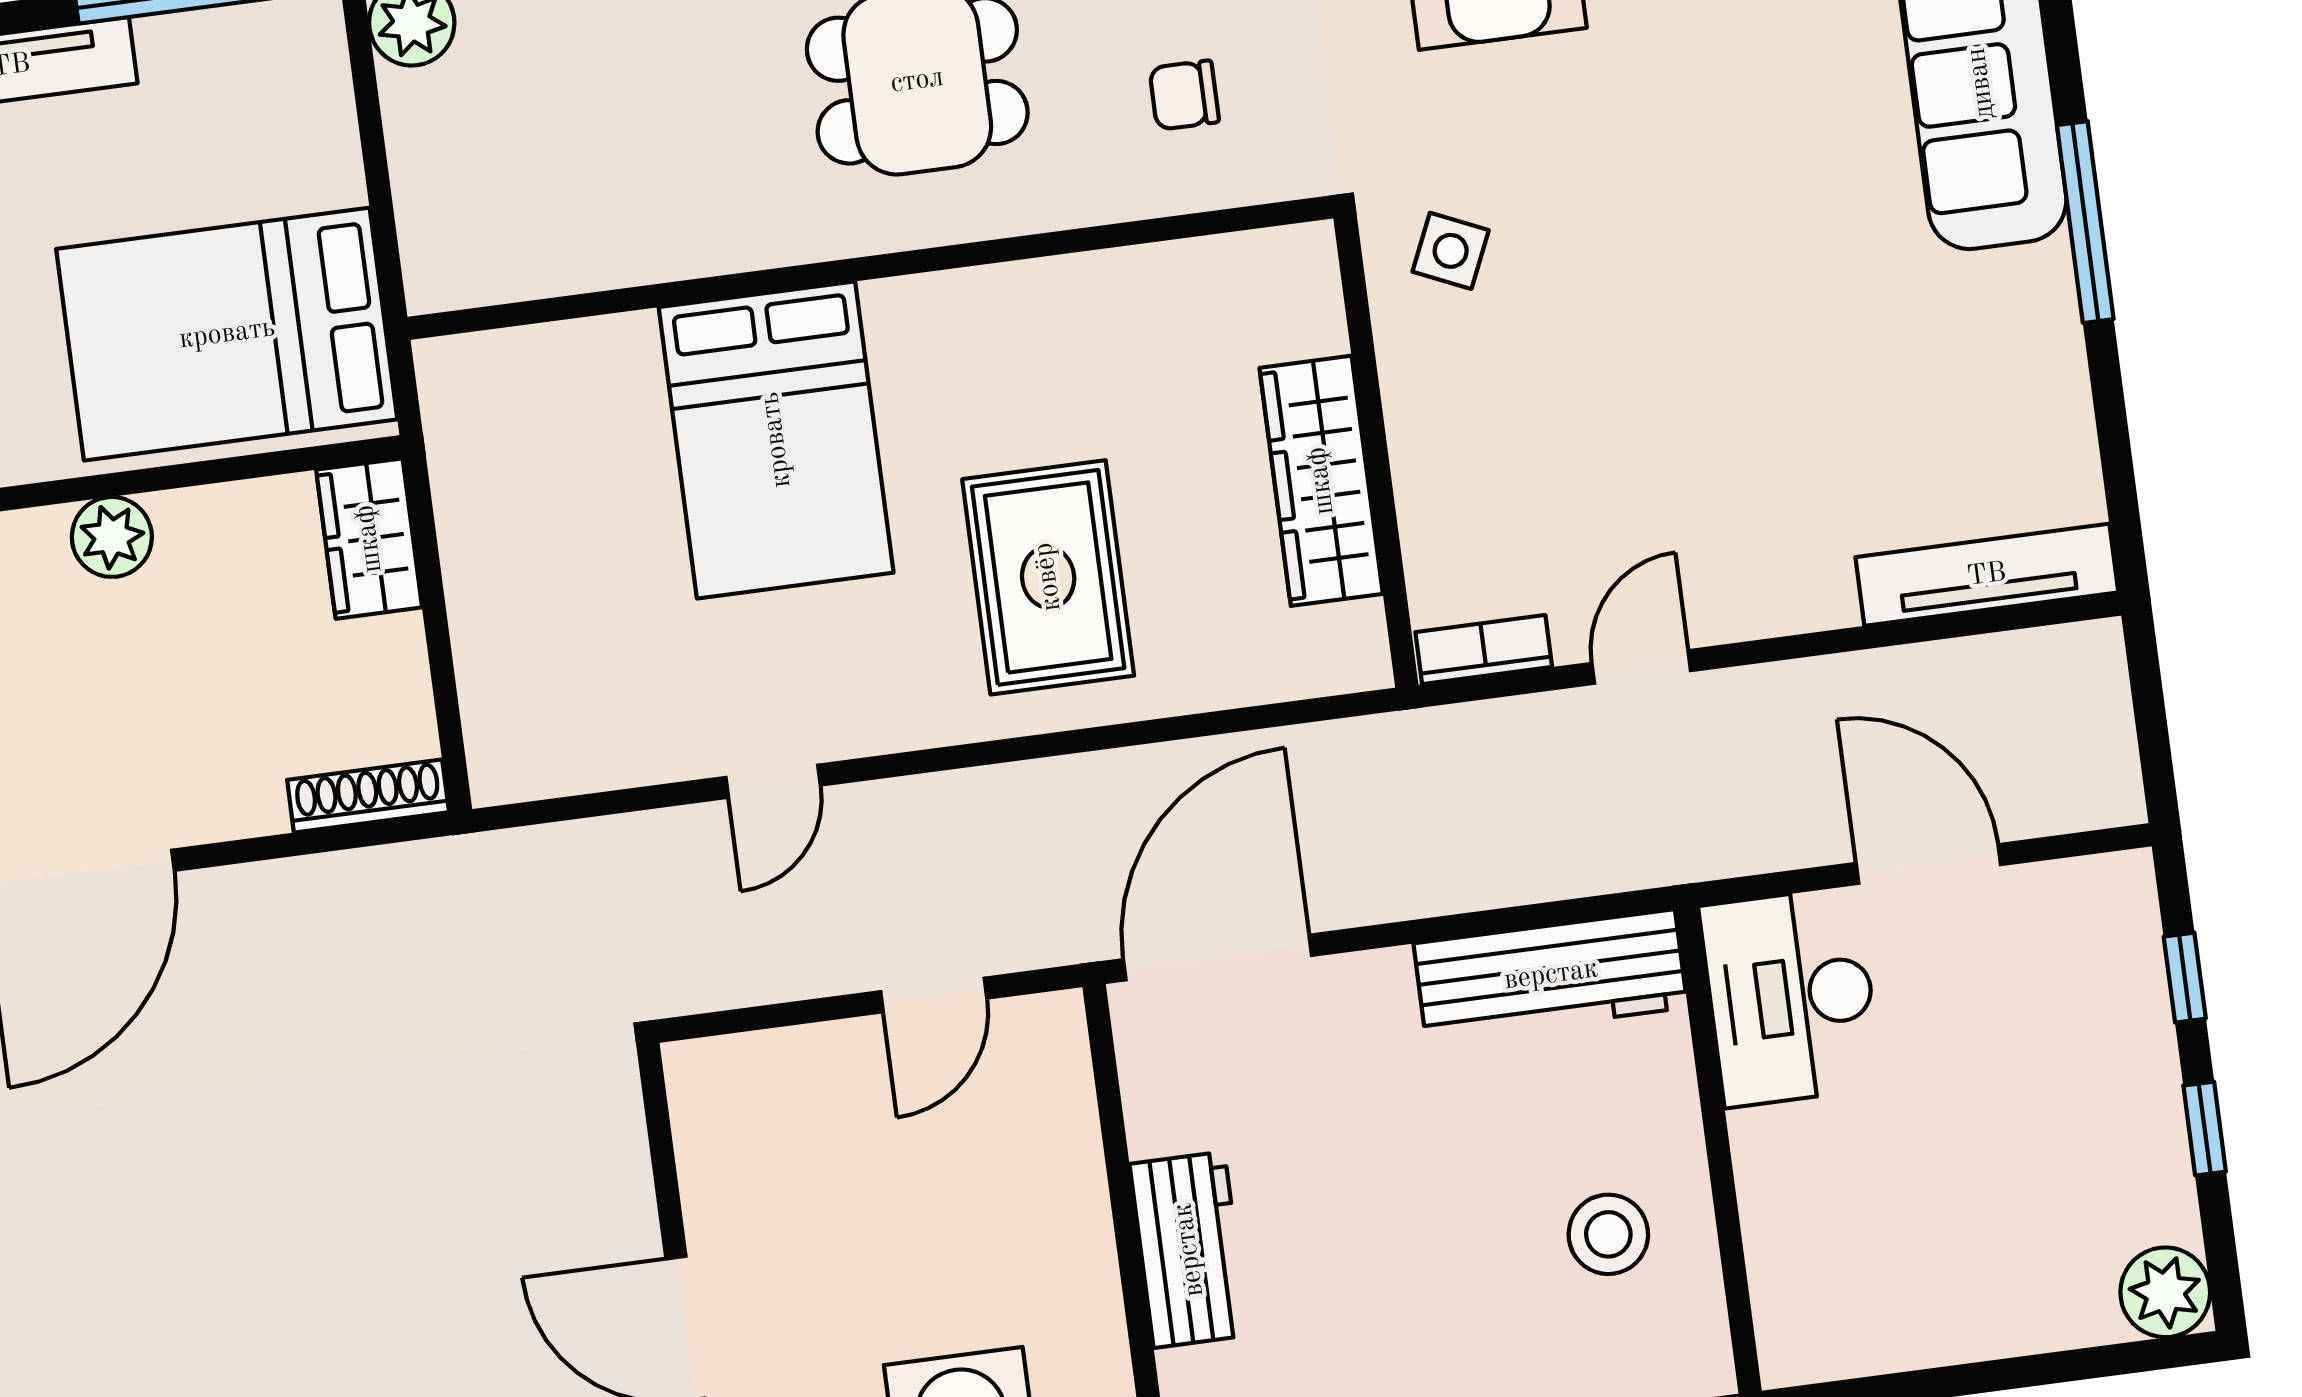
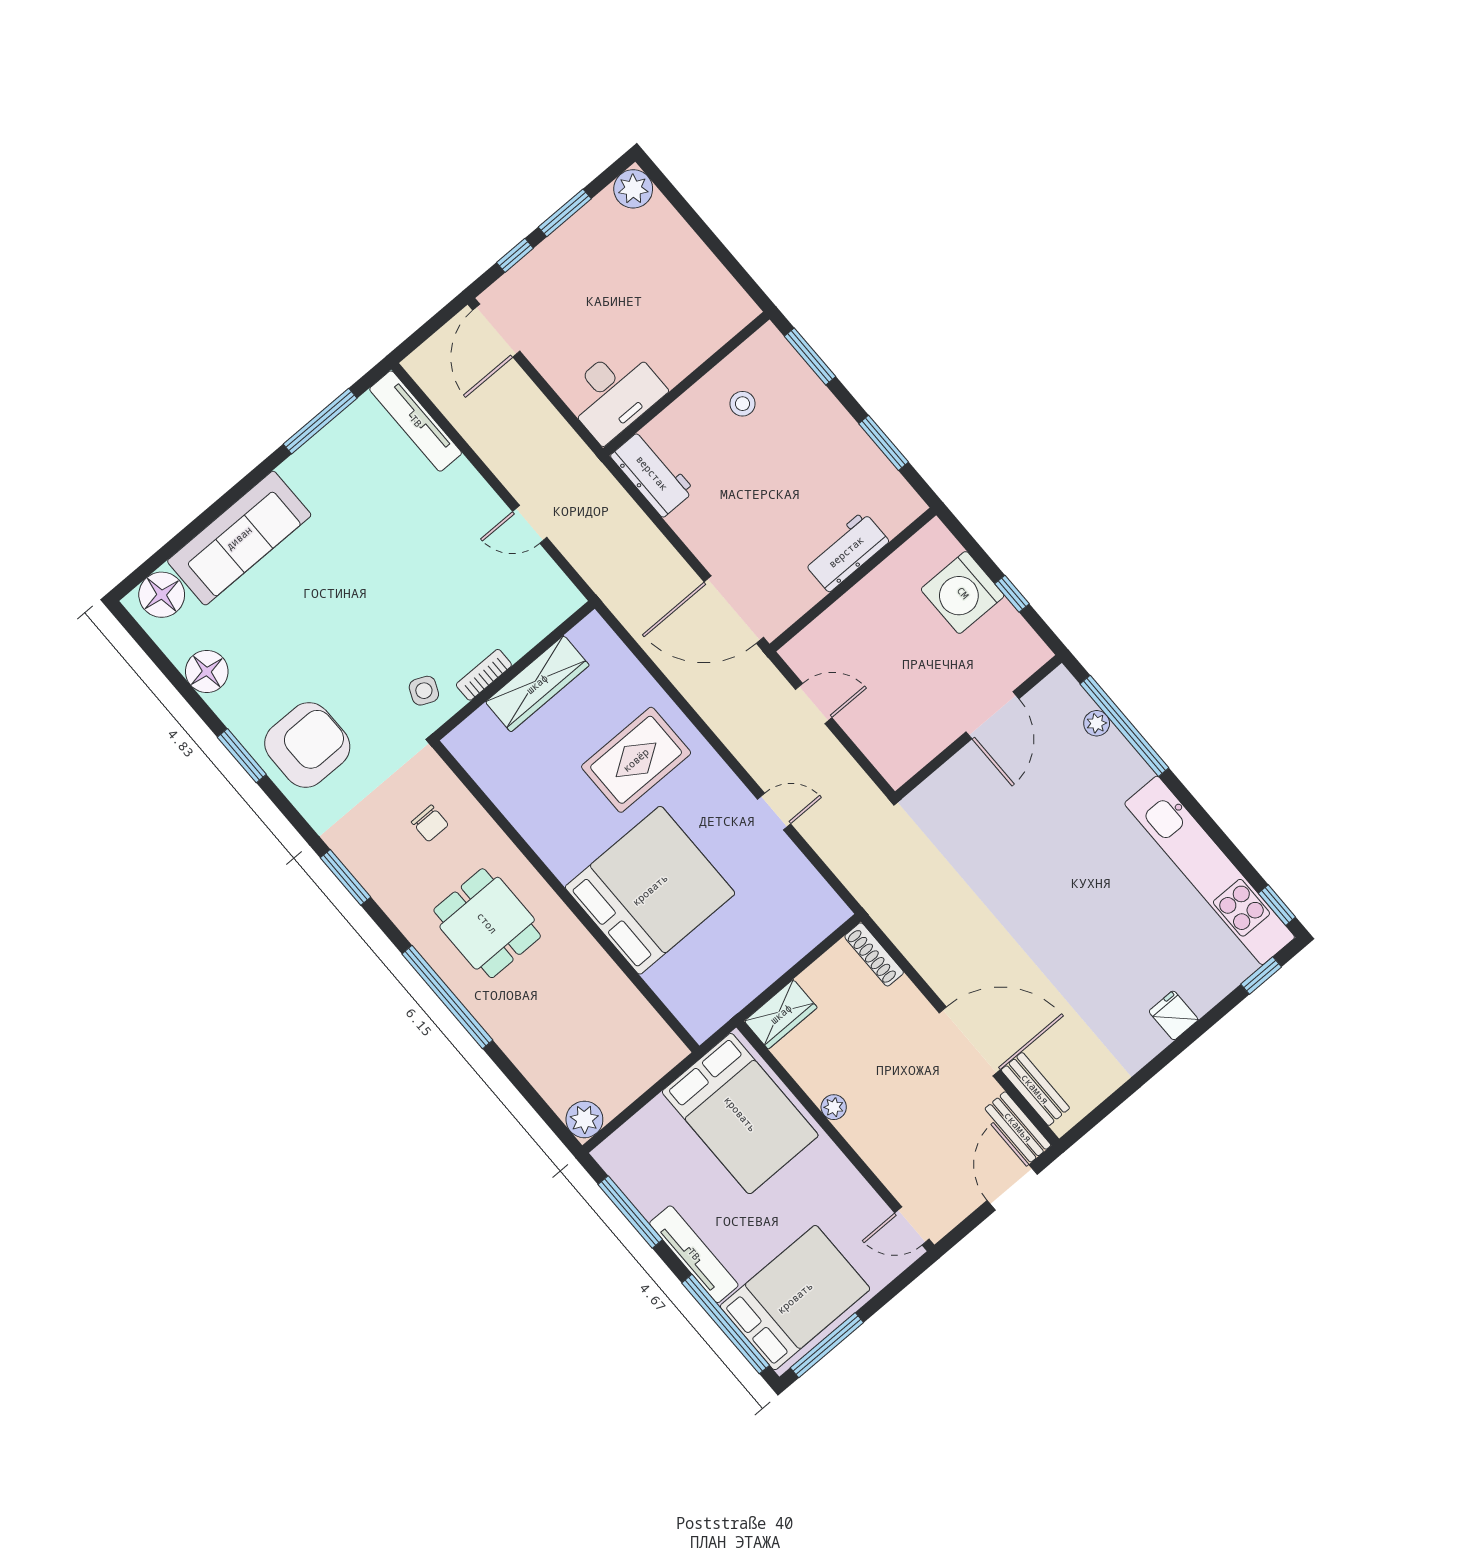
window: (2085, 222) -> (320, 421), moved
bed: (776, 440) -> (650, 890), width x1.36
plant: (112, 537) -> (834, 1107), width x0.73, depth x0.73
bookcase: (1484, 650) -> (484, 675), moved, turned 90
door: (1928, 864) -> (496, 331), moved
workbench: (1551, 975) -> (652, 473), width x0.73
window: (2205, 1129) -> (565, 213), width x1.50
stool: (1608, 1234) -> (742, 404), width x0.73, depth x0.73

